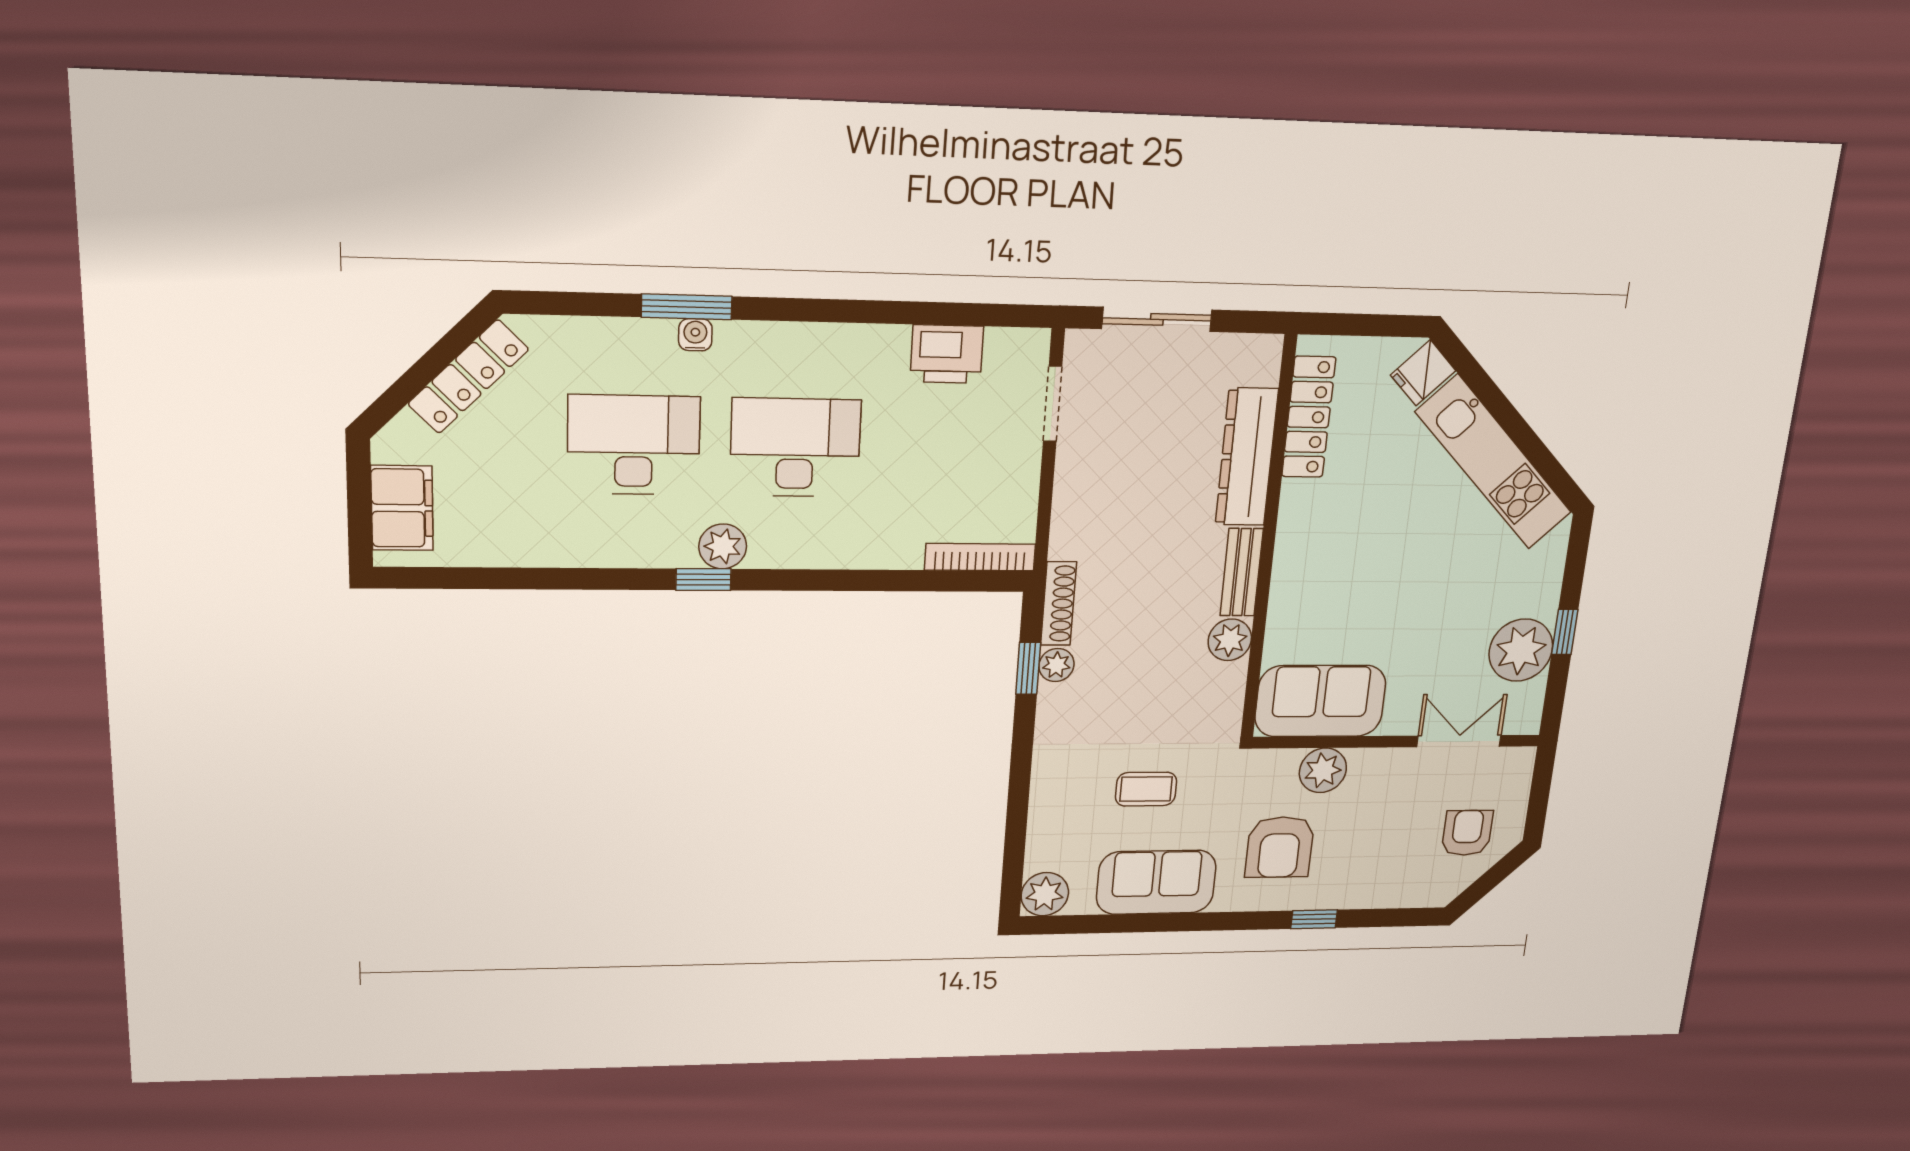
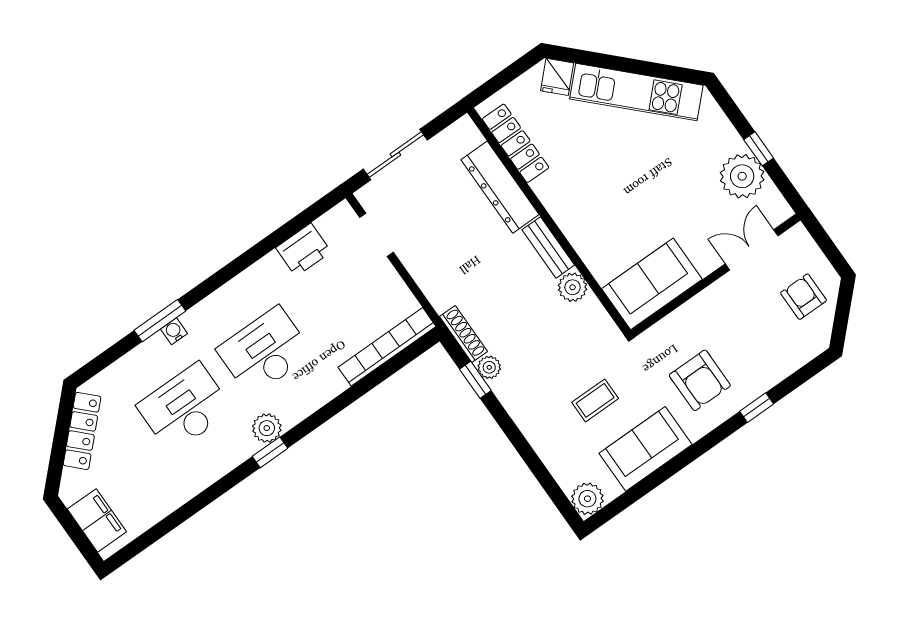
bookcase: (980, 557) -> (387, 347), width x1.48, depth x1.31
plant: (1323, 770) -> (687, 321), removed

